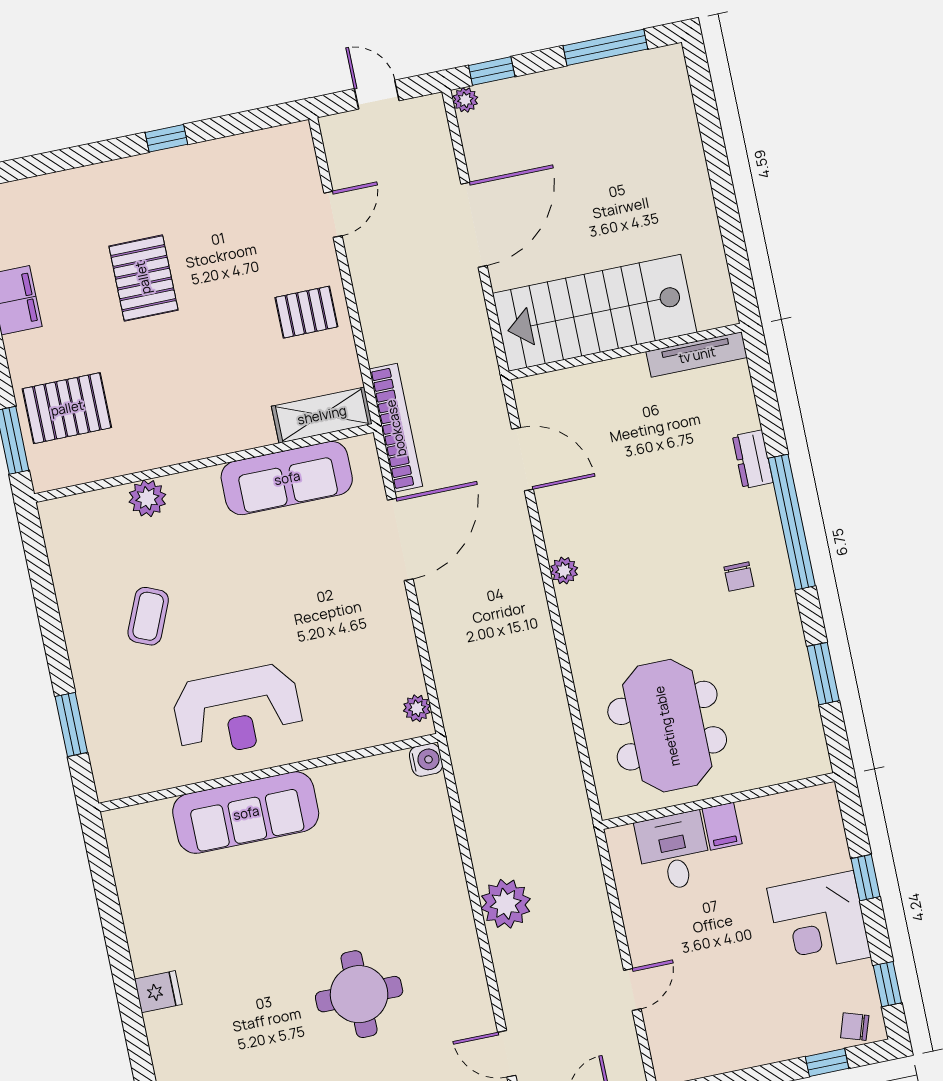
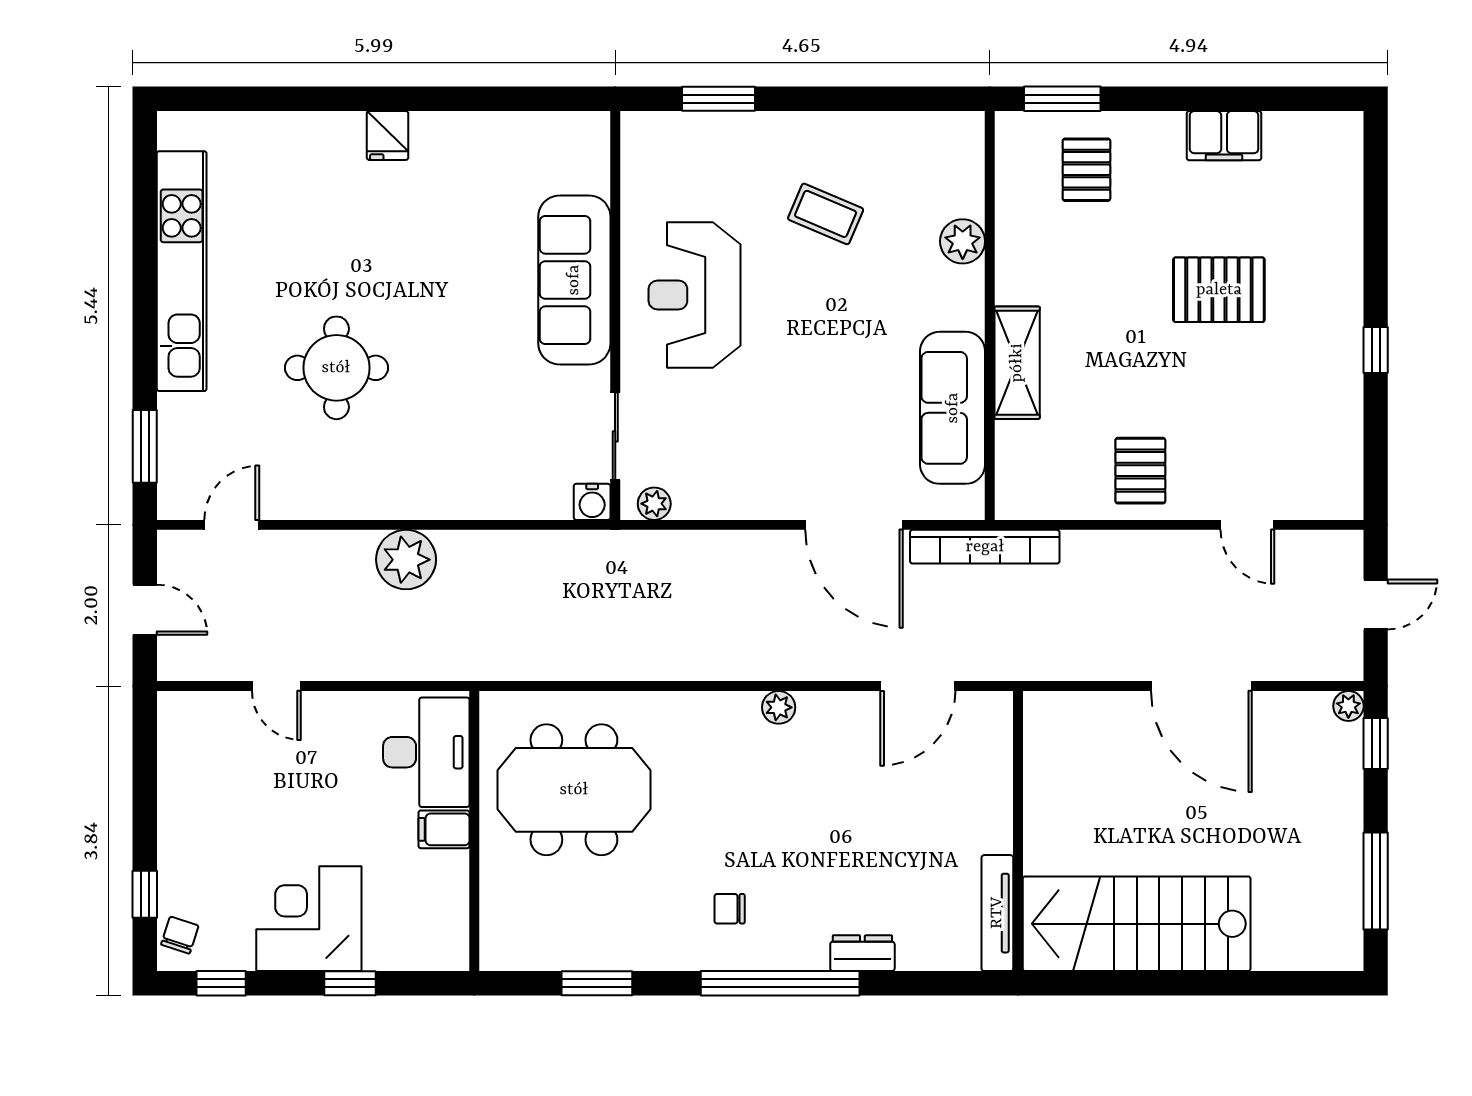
stairs: (595, 313) -> (1137, 924), moved, turned -90
pallet: (67, 408) -> (1086, 170), width x0.67, depth x0.71
shelving: (322, 415) -> (1017, 363), moved
sliding door: (368, 752) -> (615, 436), added
desk: (674, 852) -> (426, 752), width x1.37

